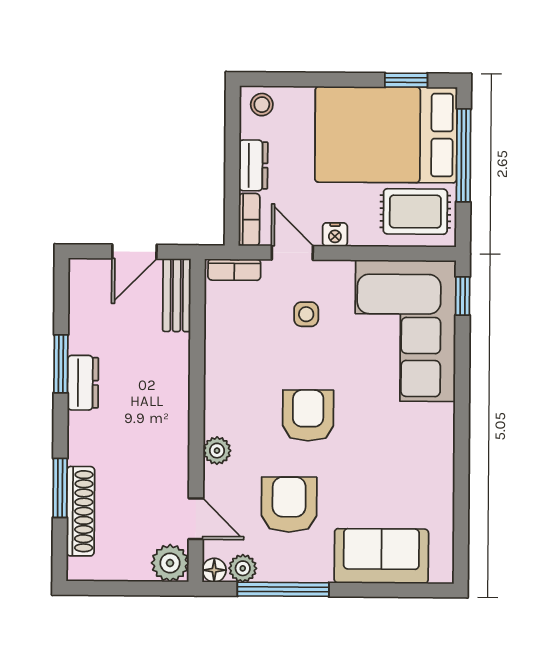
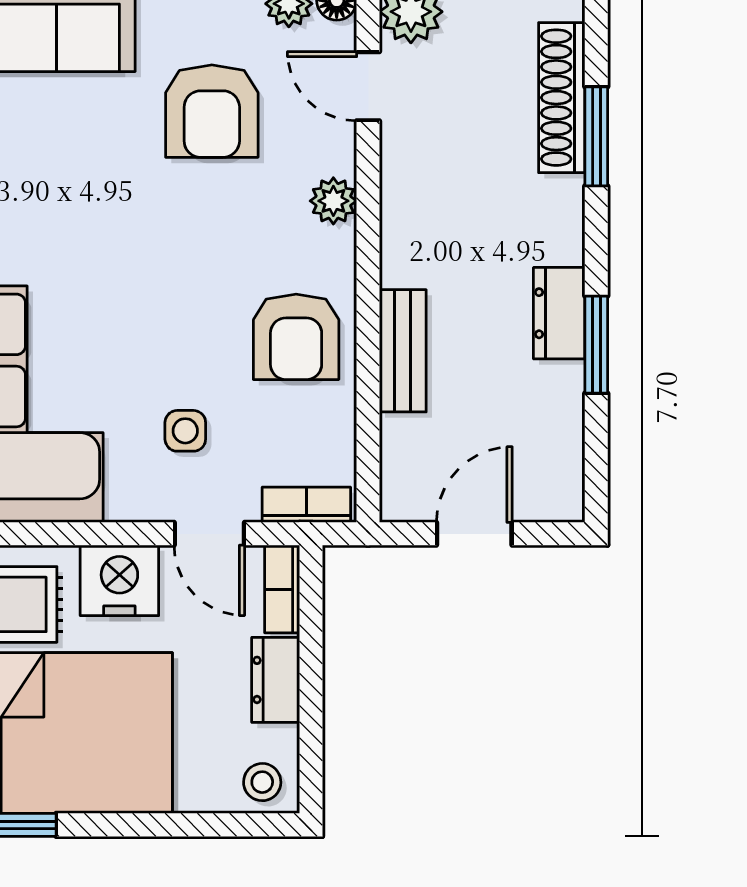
nightstand: (335, 235) -> (119, 580), width x1.89, depth x1.79
bench: (177, 295) -> (403, 351), moved
armchair: (308, 415) -> (296, 337), moved

